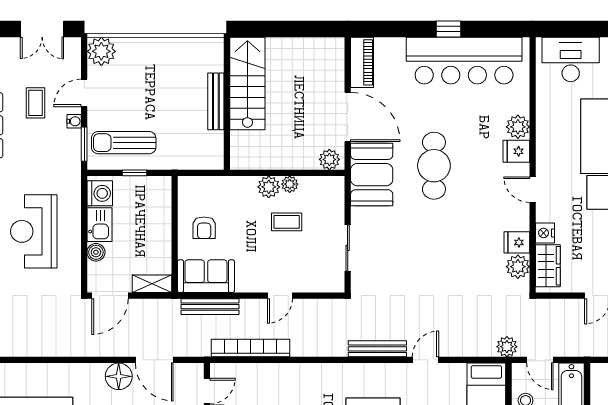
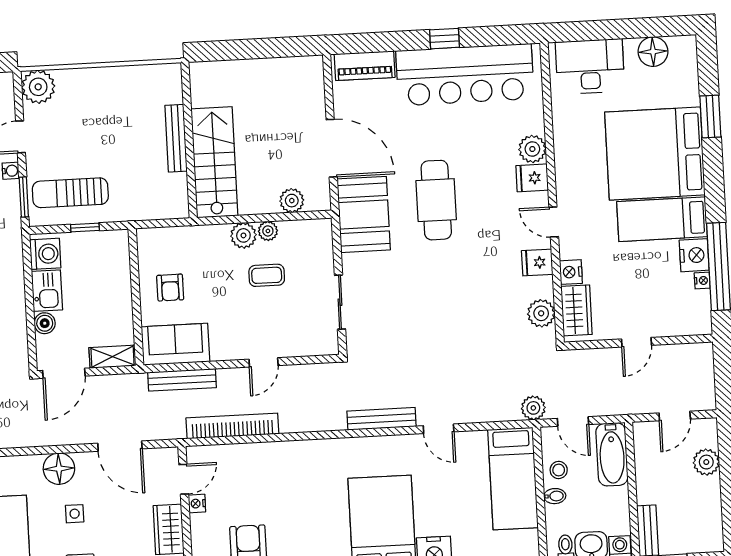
piano: (362, 62) -> (365, 66), moved, turned 90
stairs: (247, 83) -> (214, 162), moved
plant: (329, 159) -> (292, 201), moved
fridge: (517, 242) -> (537, 263), moved
door: (425, 360) -> (439, 429), swing flipped
floor lamp: (119, 376) -> (59, 469), moved

